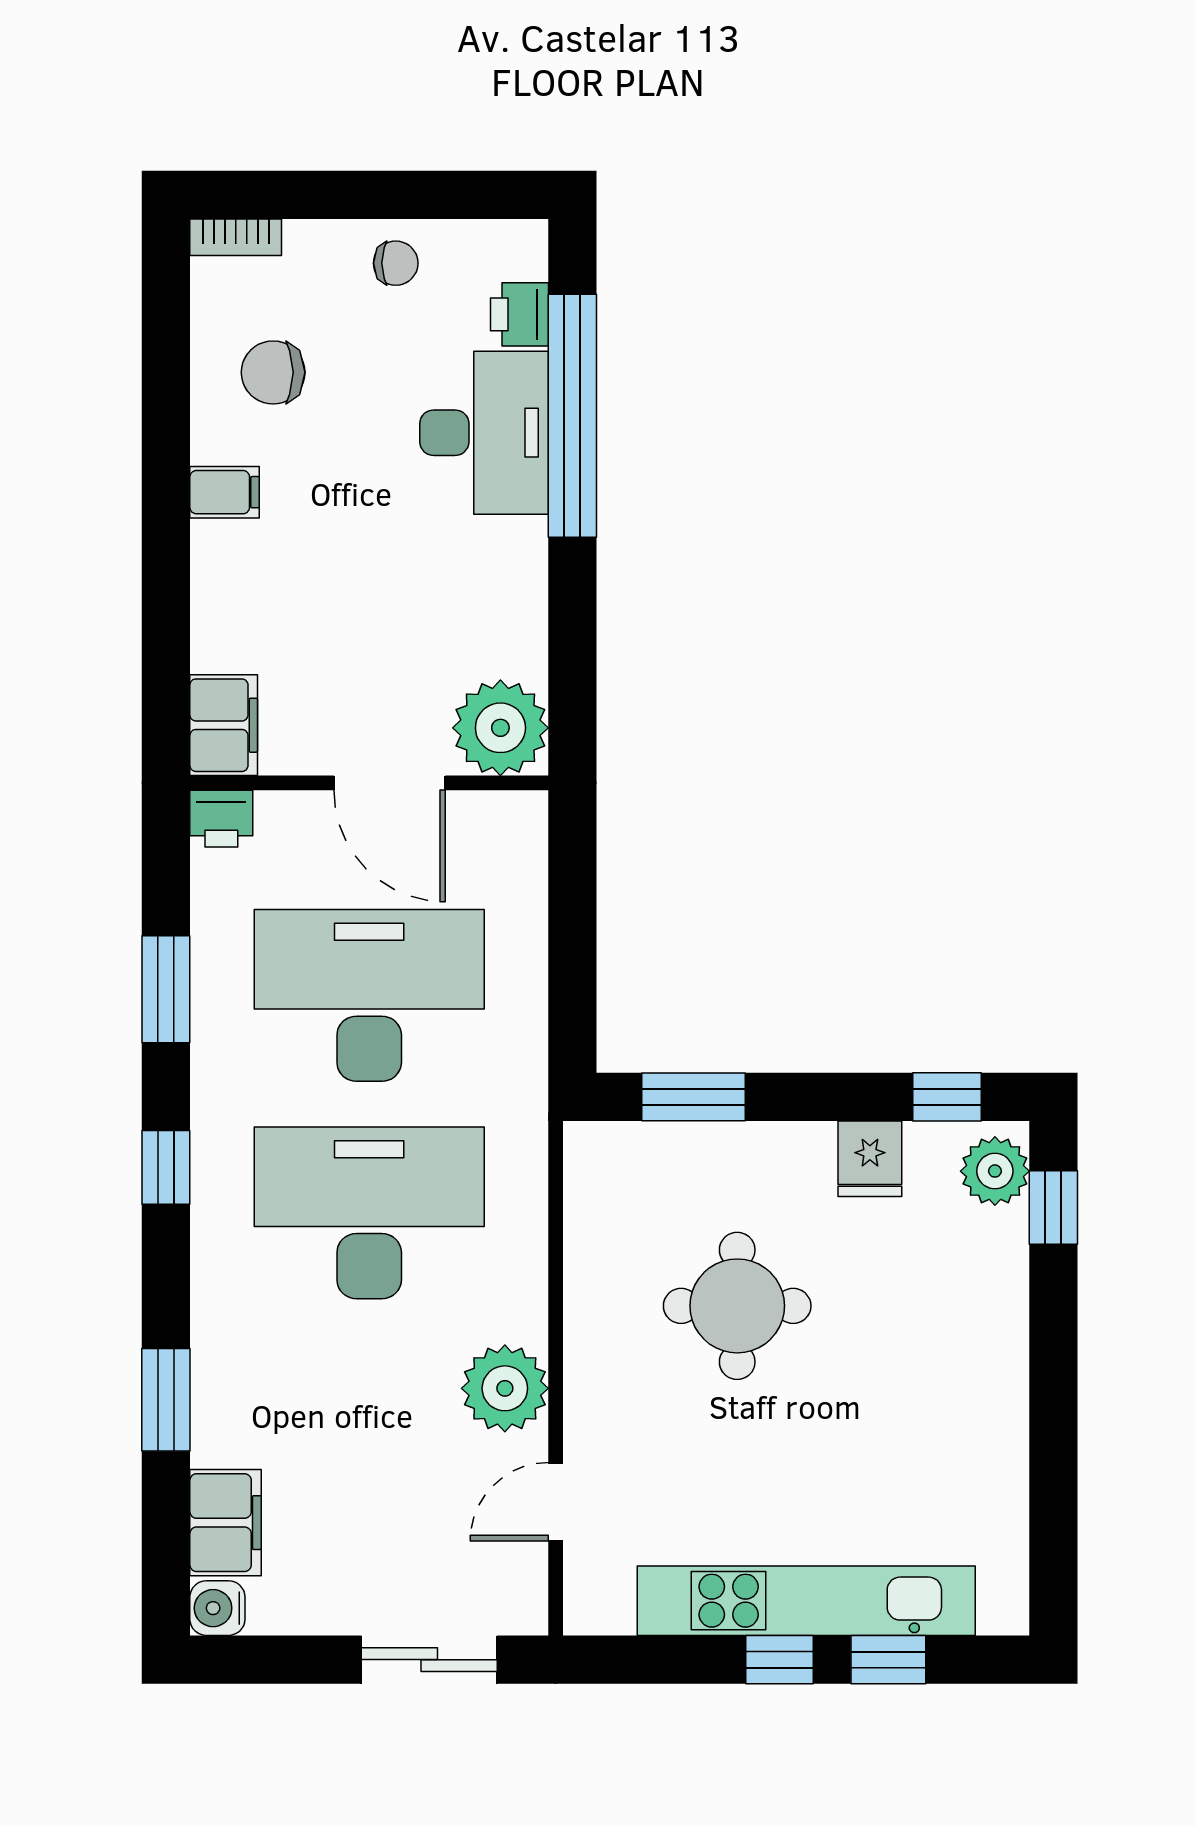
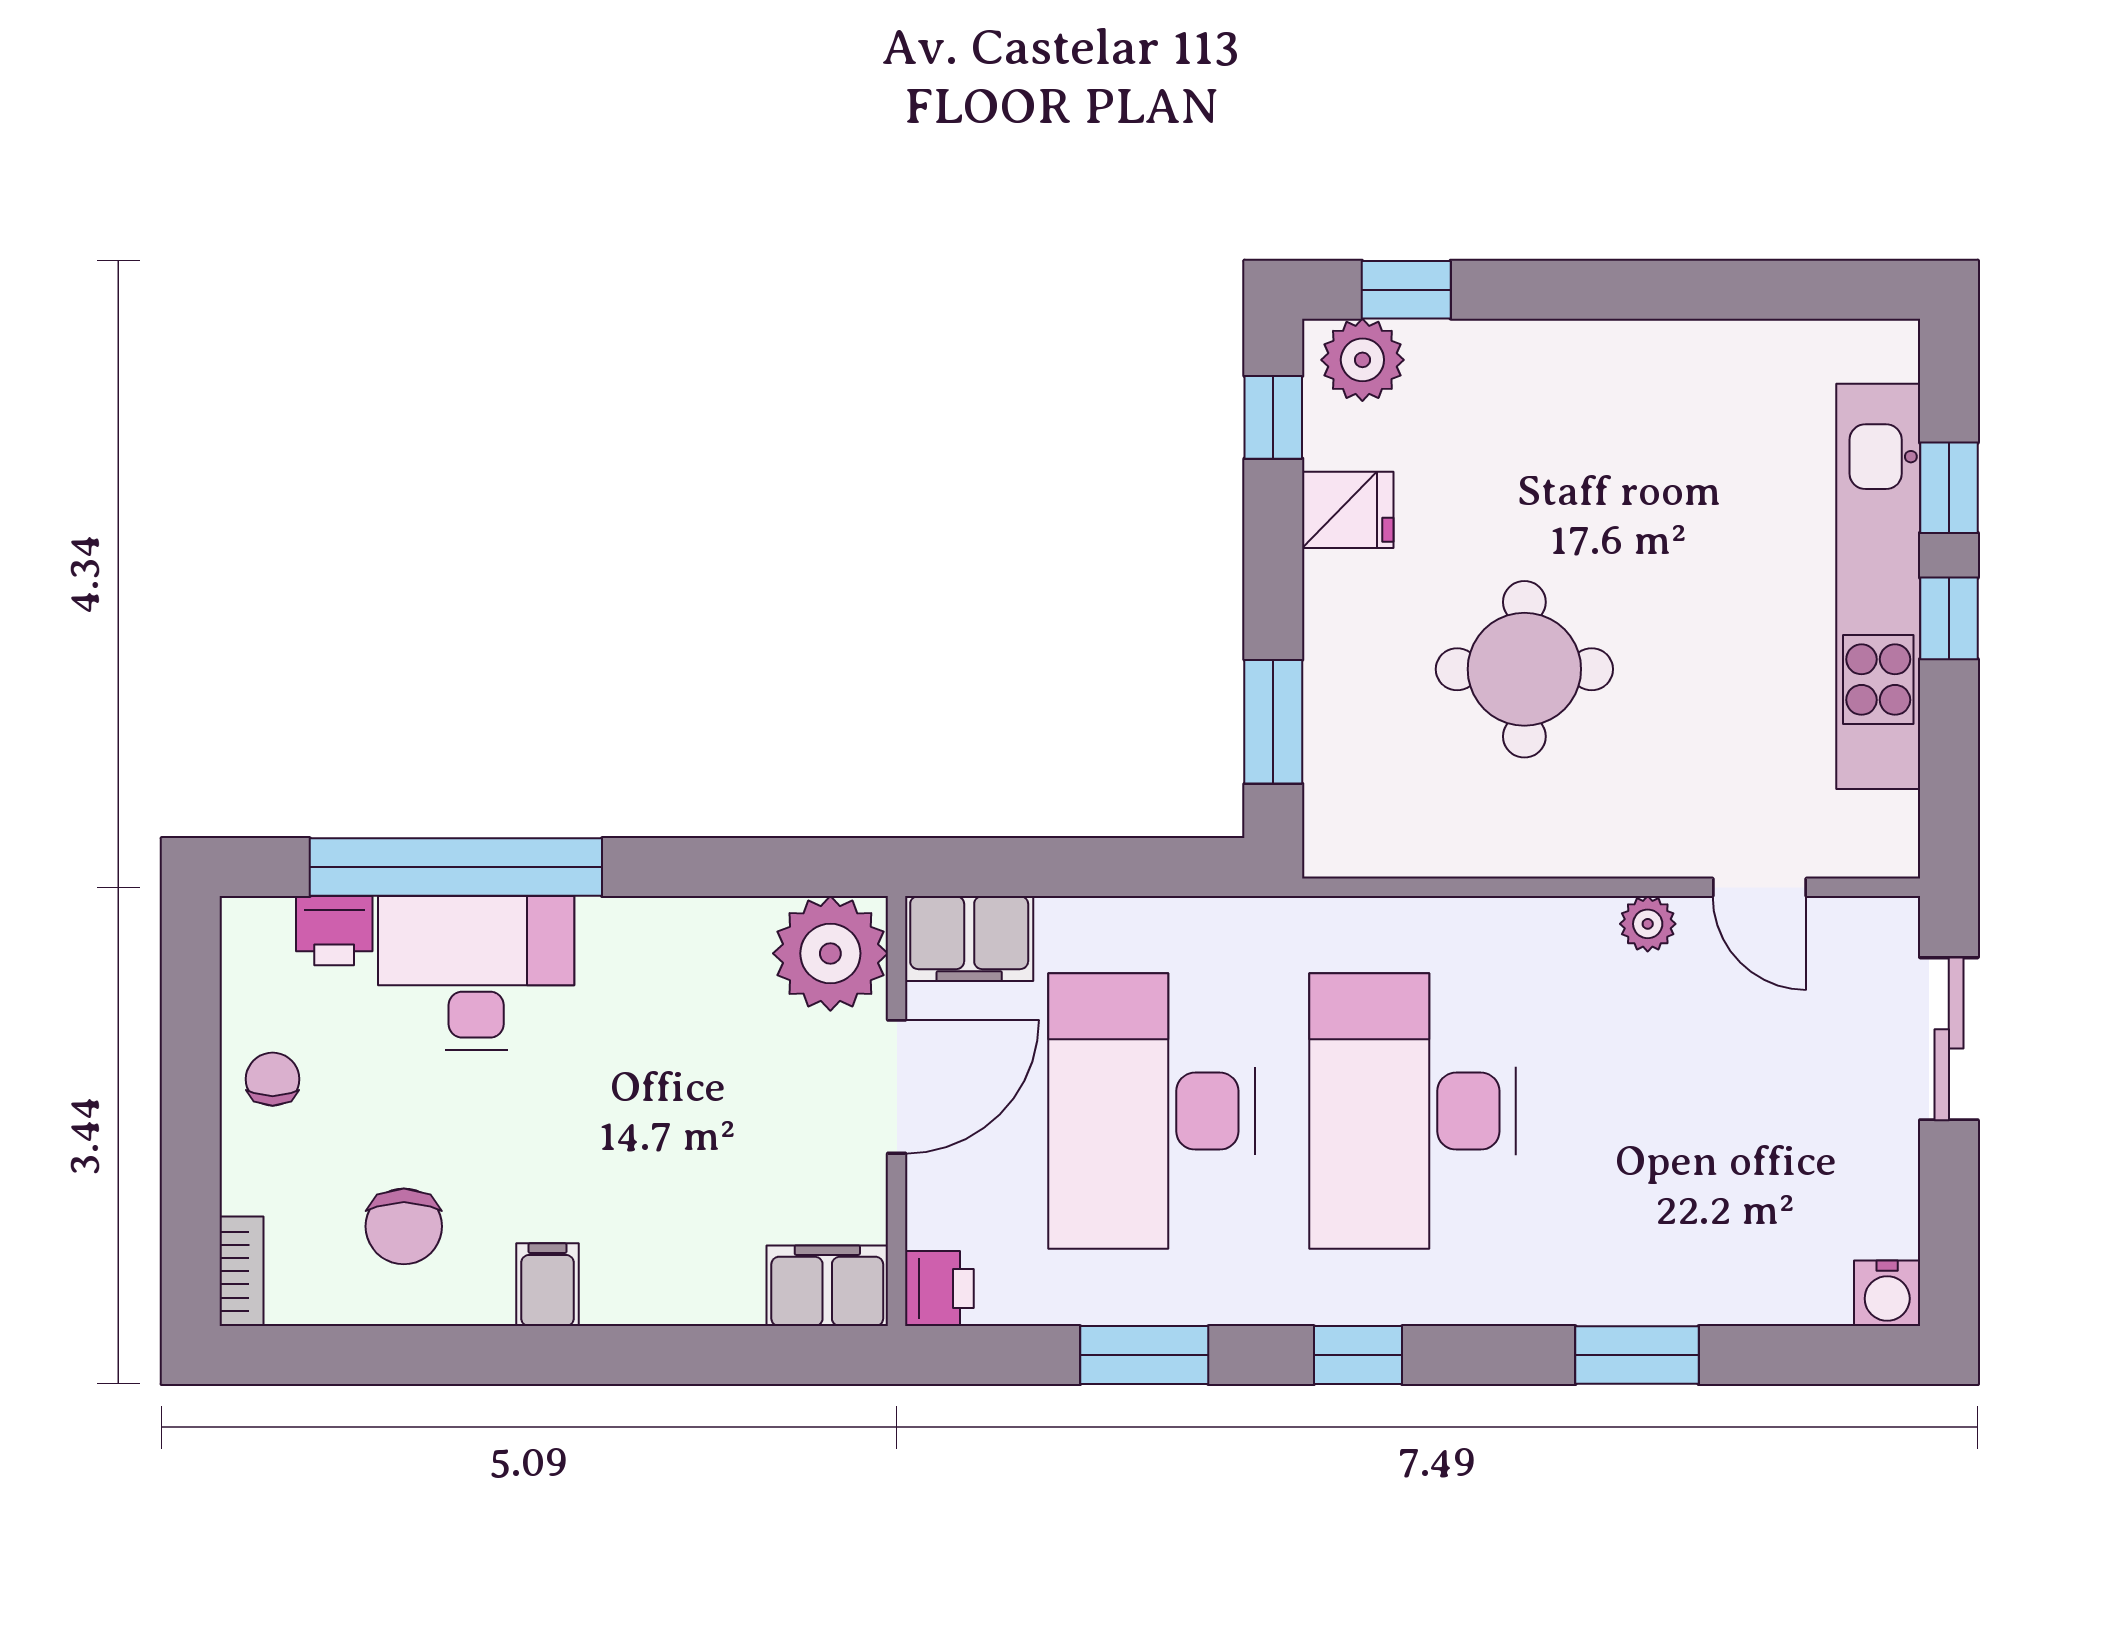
plant: (505, 1388) -> (1648, 924), width x0.53, depth x0.53
filing cabinet: (226, 1523) -> (969, 939), moved, turned 180

